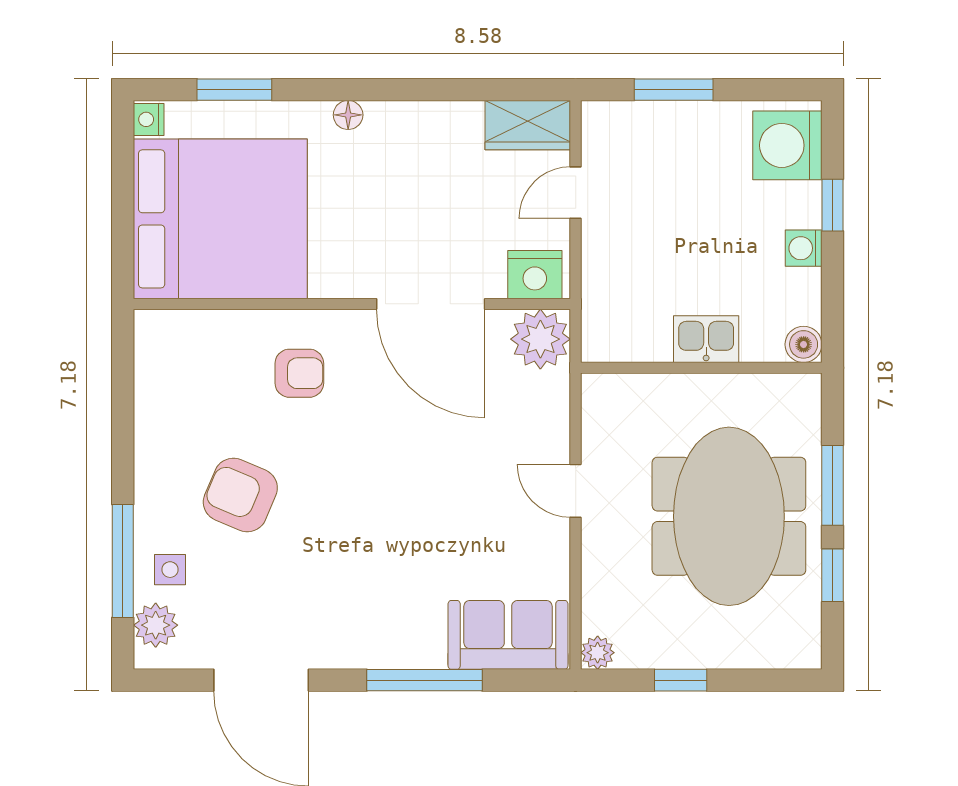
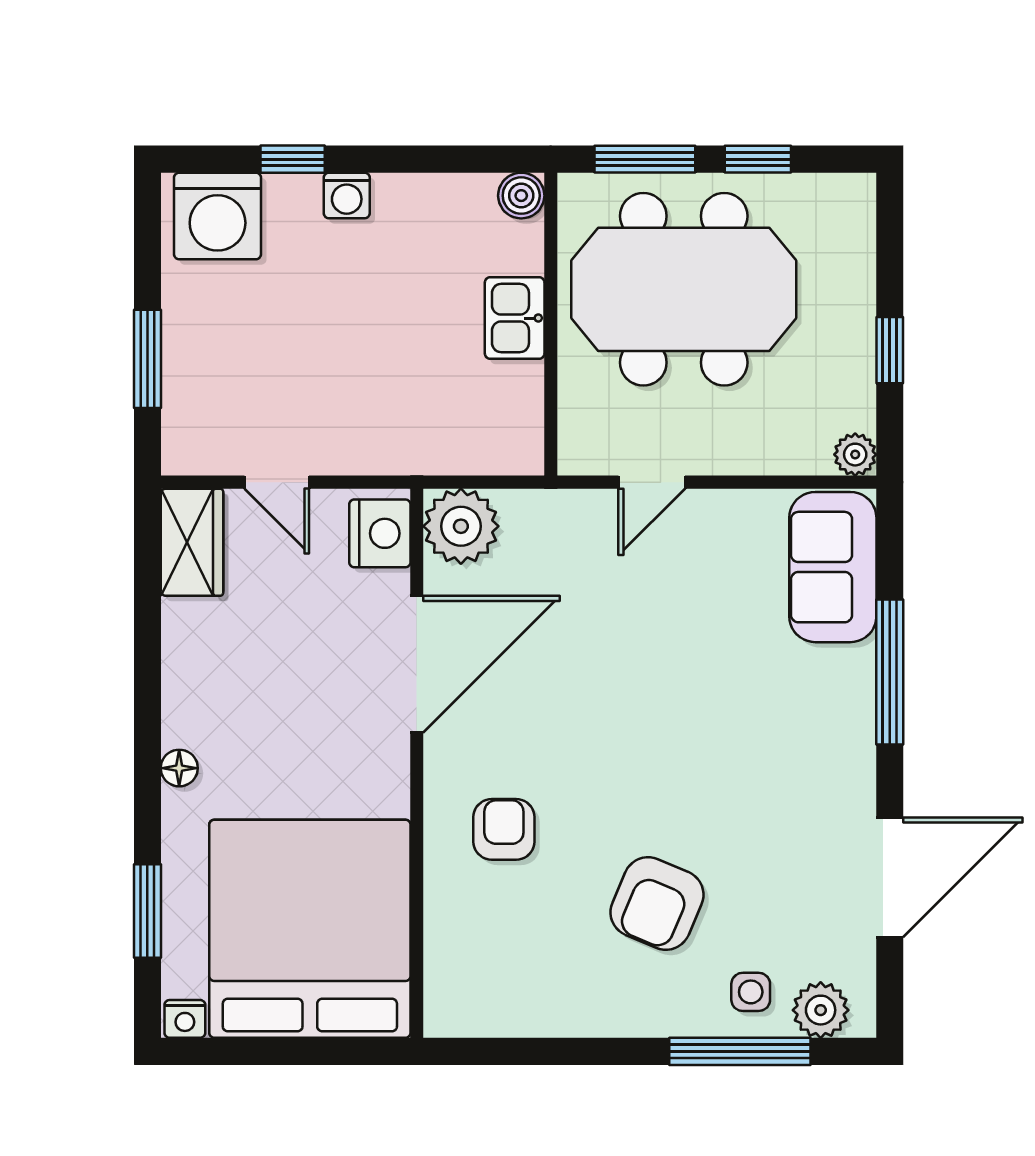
kitchen sink: (706, 339) -> (515, 318), moved
boiler: (804, 344) -> (521, 196), moved
wall: (701, 368) -> (551, 324), moved

